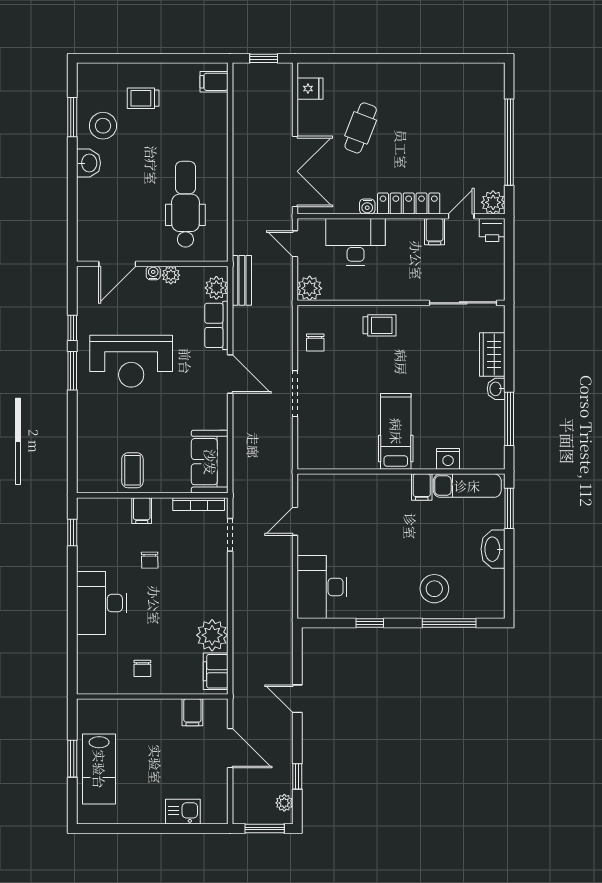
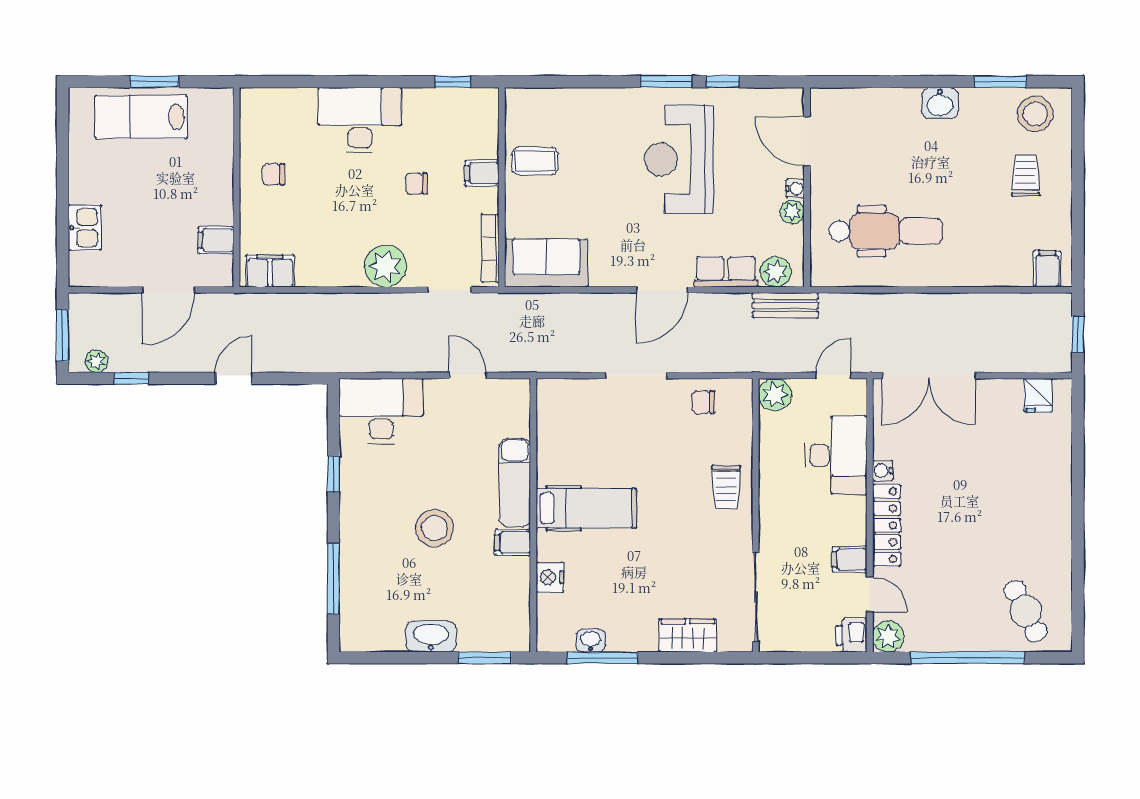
stool: (103, 126) -> (1035, 114), moved
cafe table: (361, 128) -> (1026, 611), moved, turned 42
washbasin: (496, 389) -> (591, 641), moved
exam couch: (467, 486) -> (515, 483), moved
stool: (434, 589) -> (434, 528), moved
plant: (212, 635) -> (386, 266), moved

